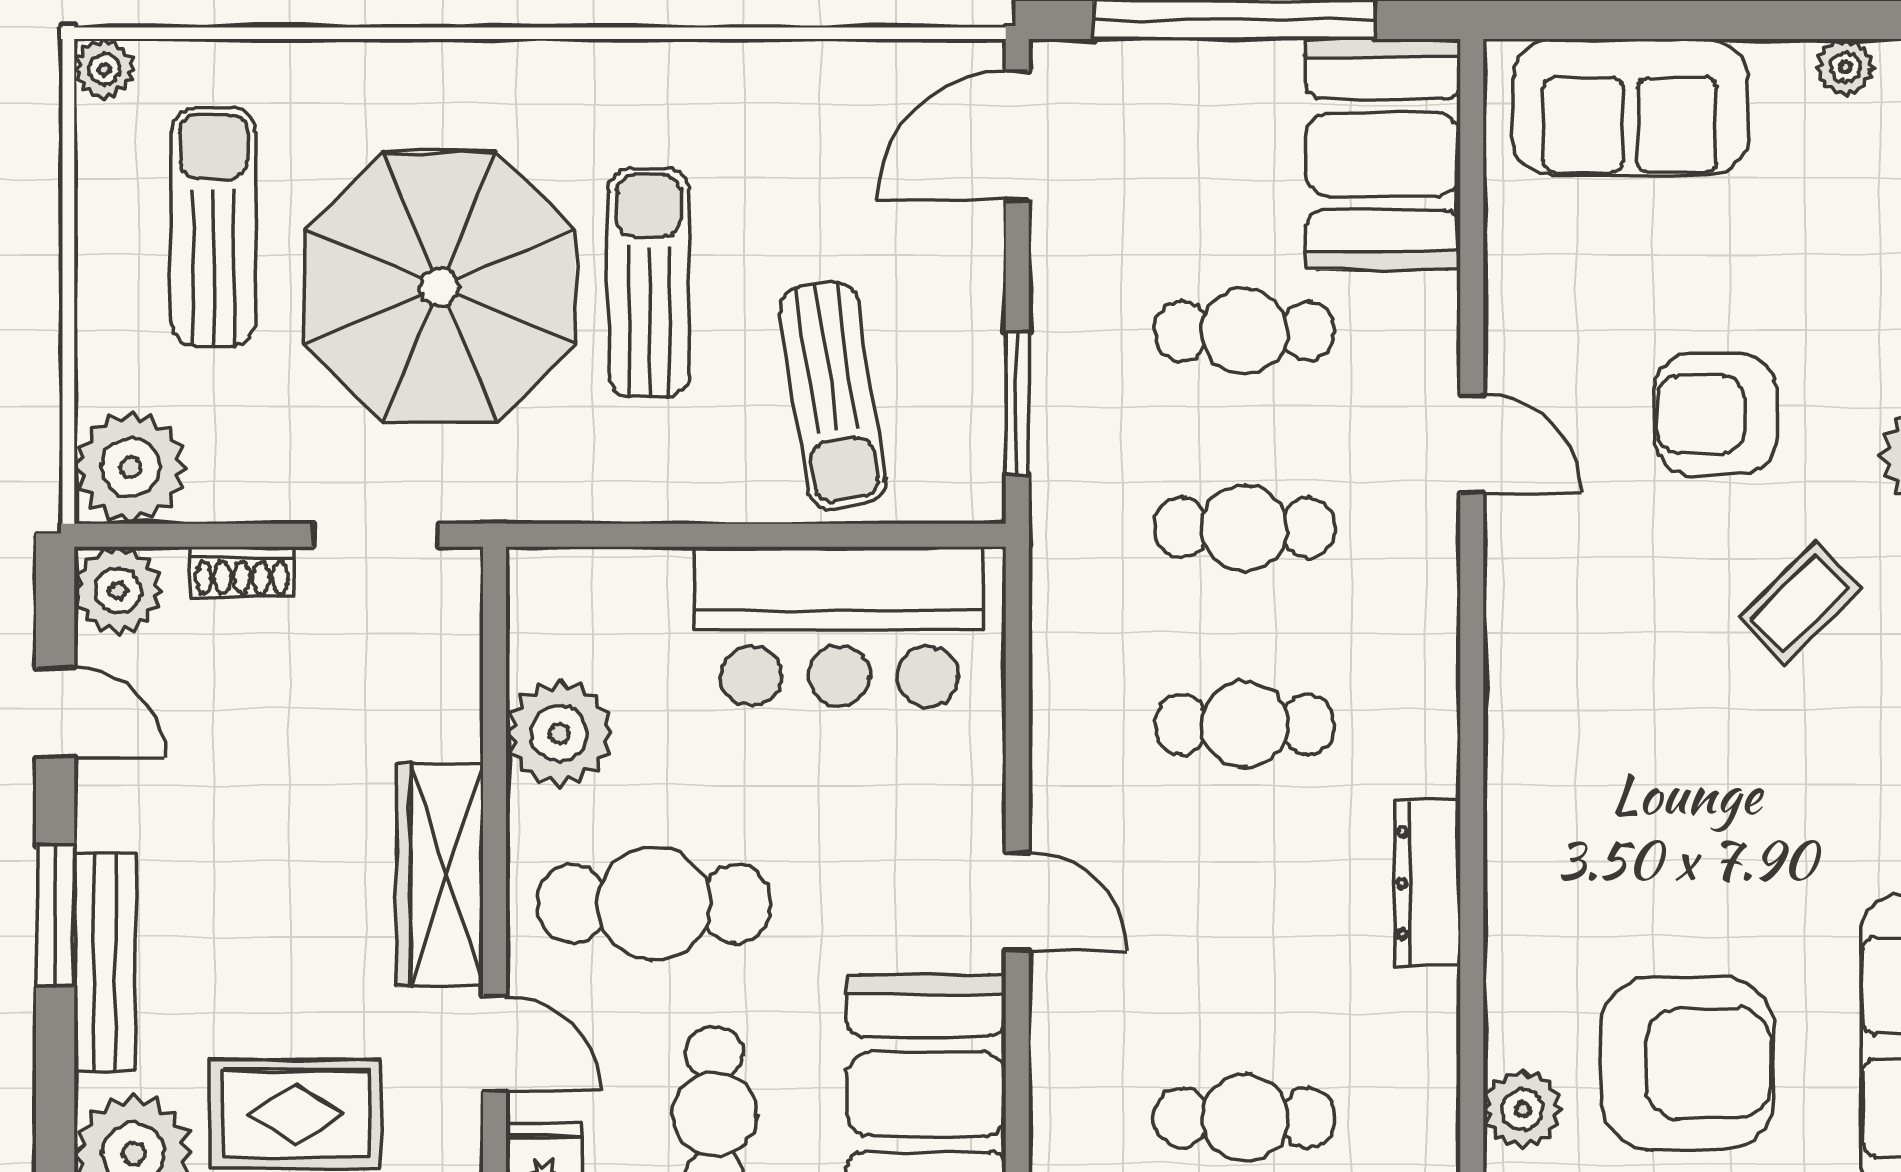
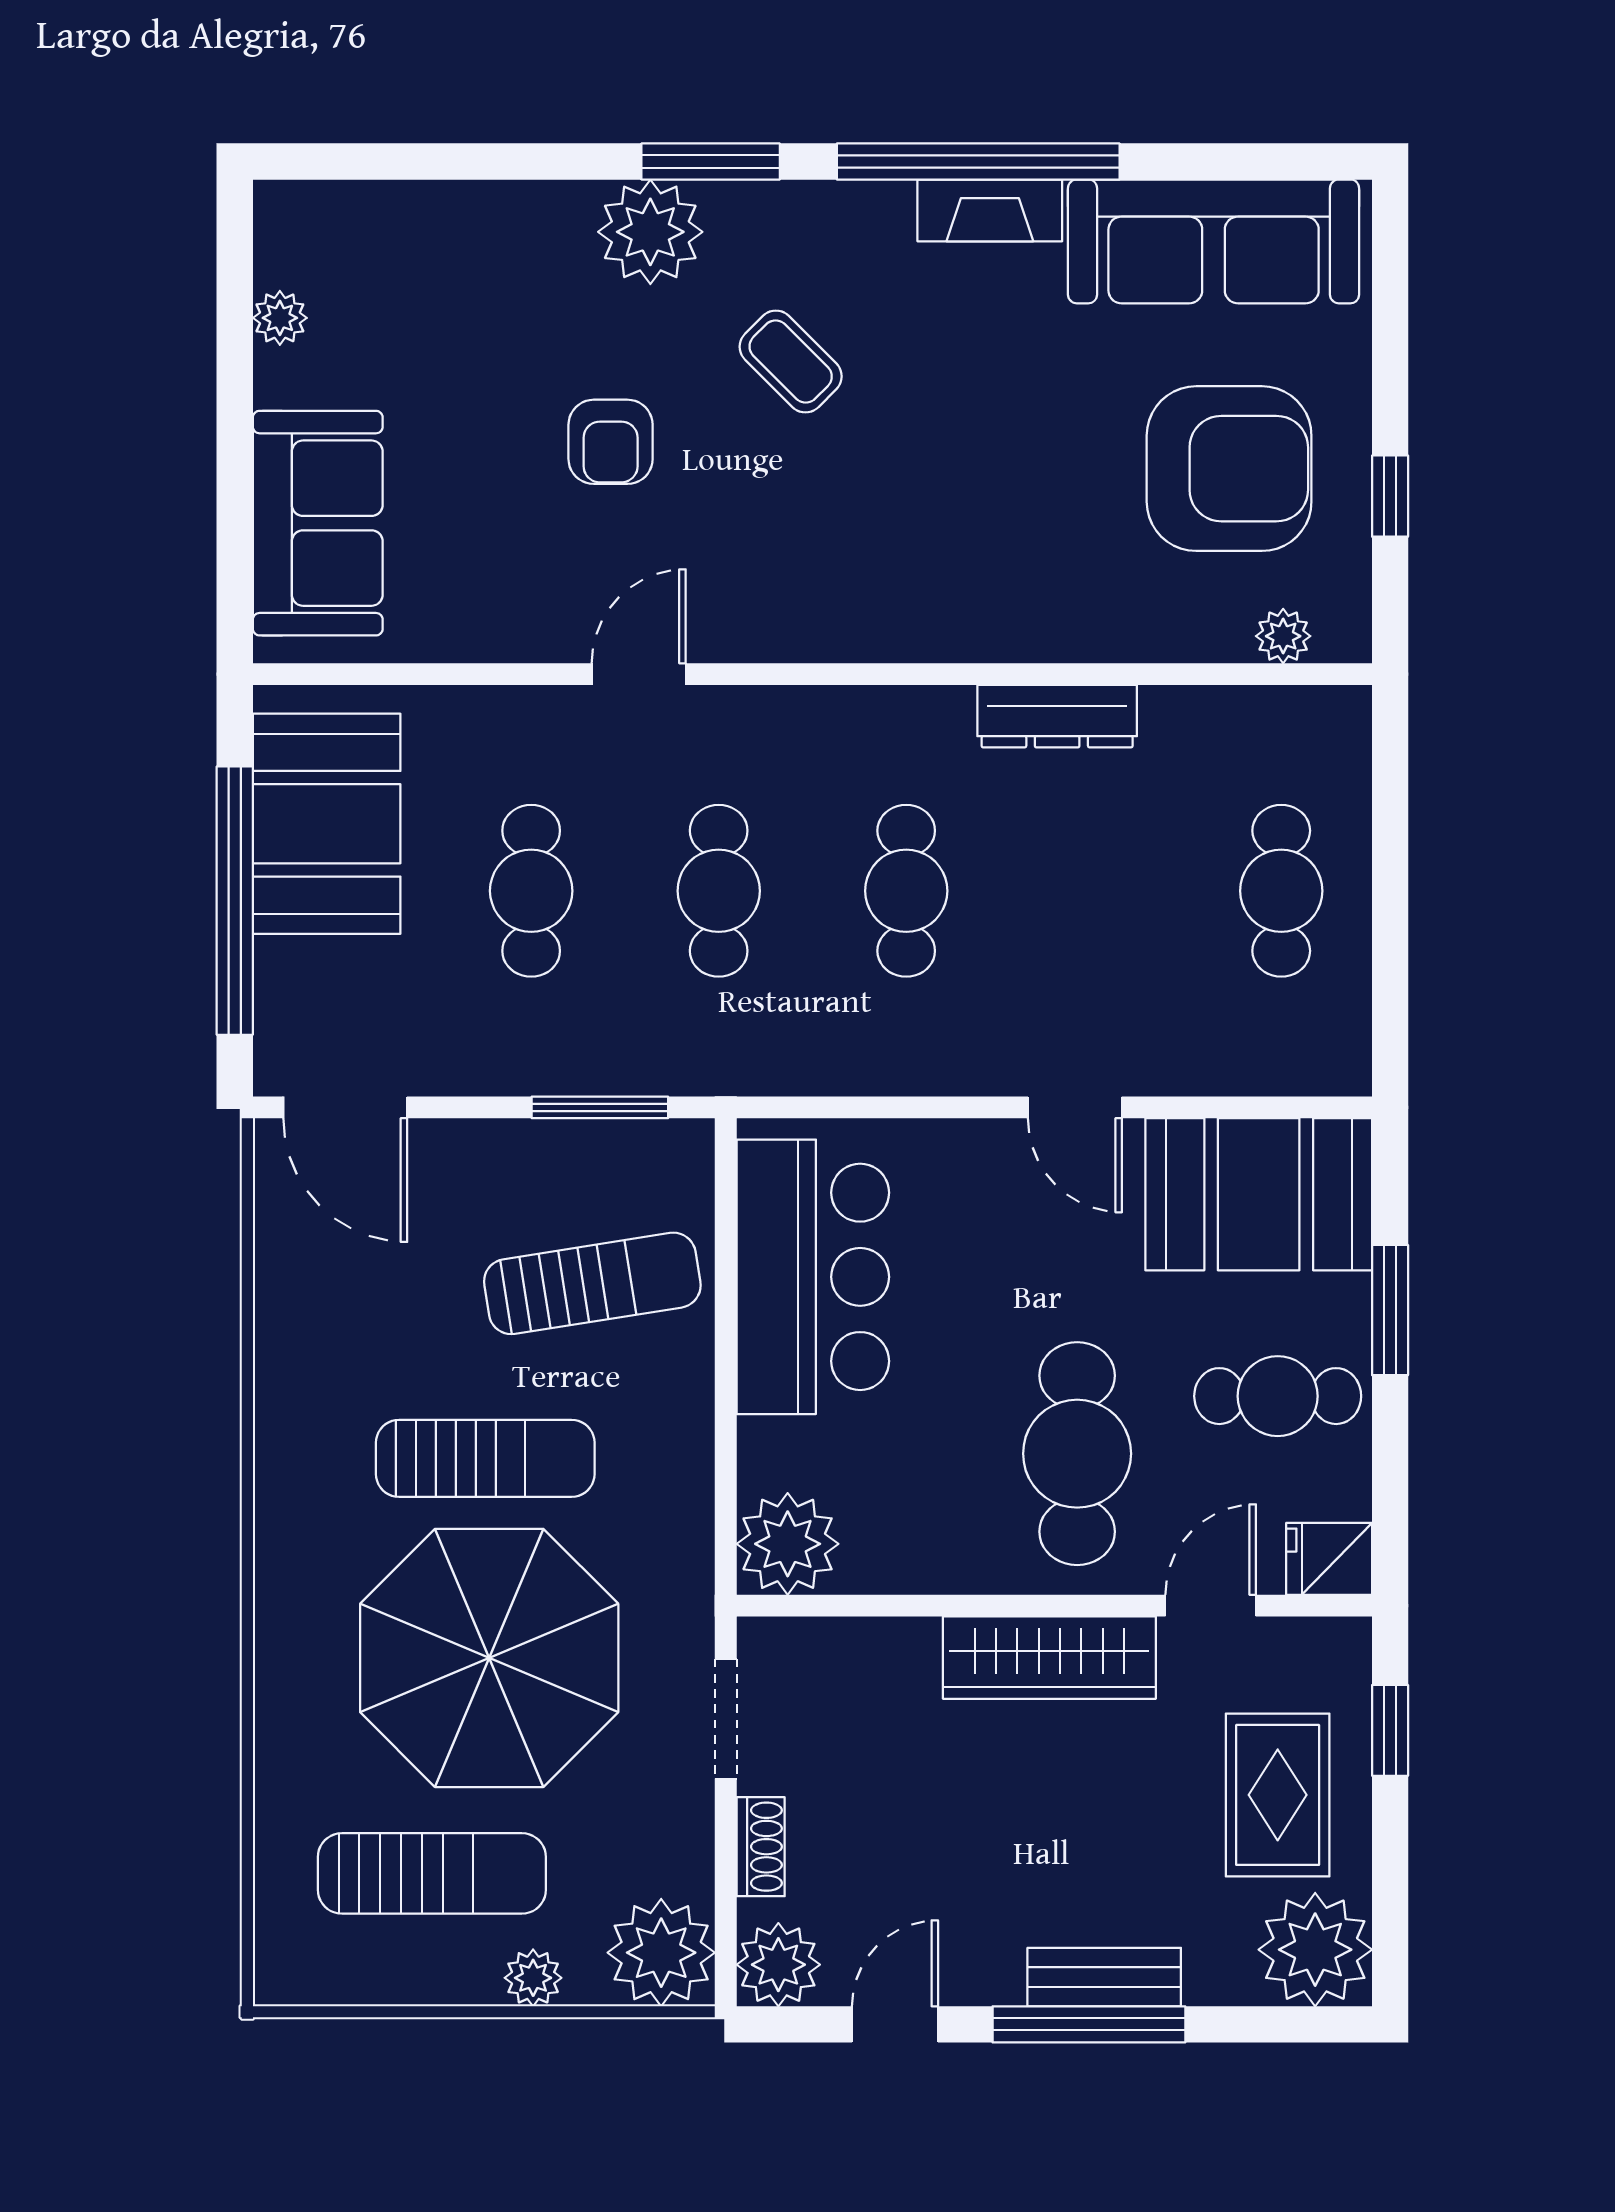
plant: (104, 69) -> (533, 1978), moved
booth: (1383, 154) -> (327, 824), moved, turned 90
sun lounger: (214, 227) -> (432, 1873), turned 180
sun lounger: (649, 283) -> (485, 1458), turned 180
armchair: (1715, 414) -> (611, 442), width x0.72, depth x0.72
plant: (559, 733) -> (788, 1544), moved
door: (1017, 901) -> (1075, 1107), swing flipped
window: (55, 916) -> (1089, 2024), width x1.44
bench: (105, 961) -> (1104, 1977), width x0.73
armchair: (1687, 1063) -> (1229, 469), turned 90
plant: (1522, 1109) -> (1283, 636), width x0.73, depth x0.73

